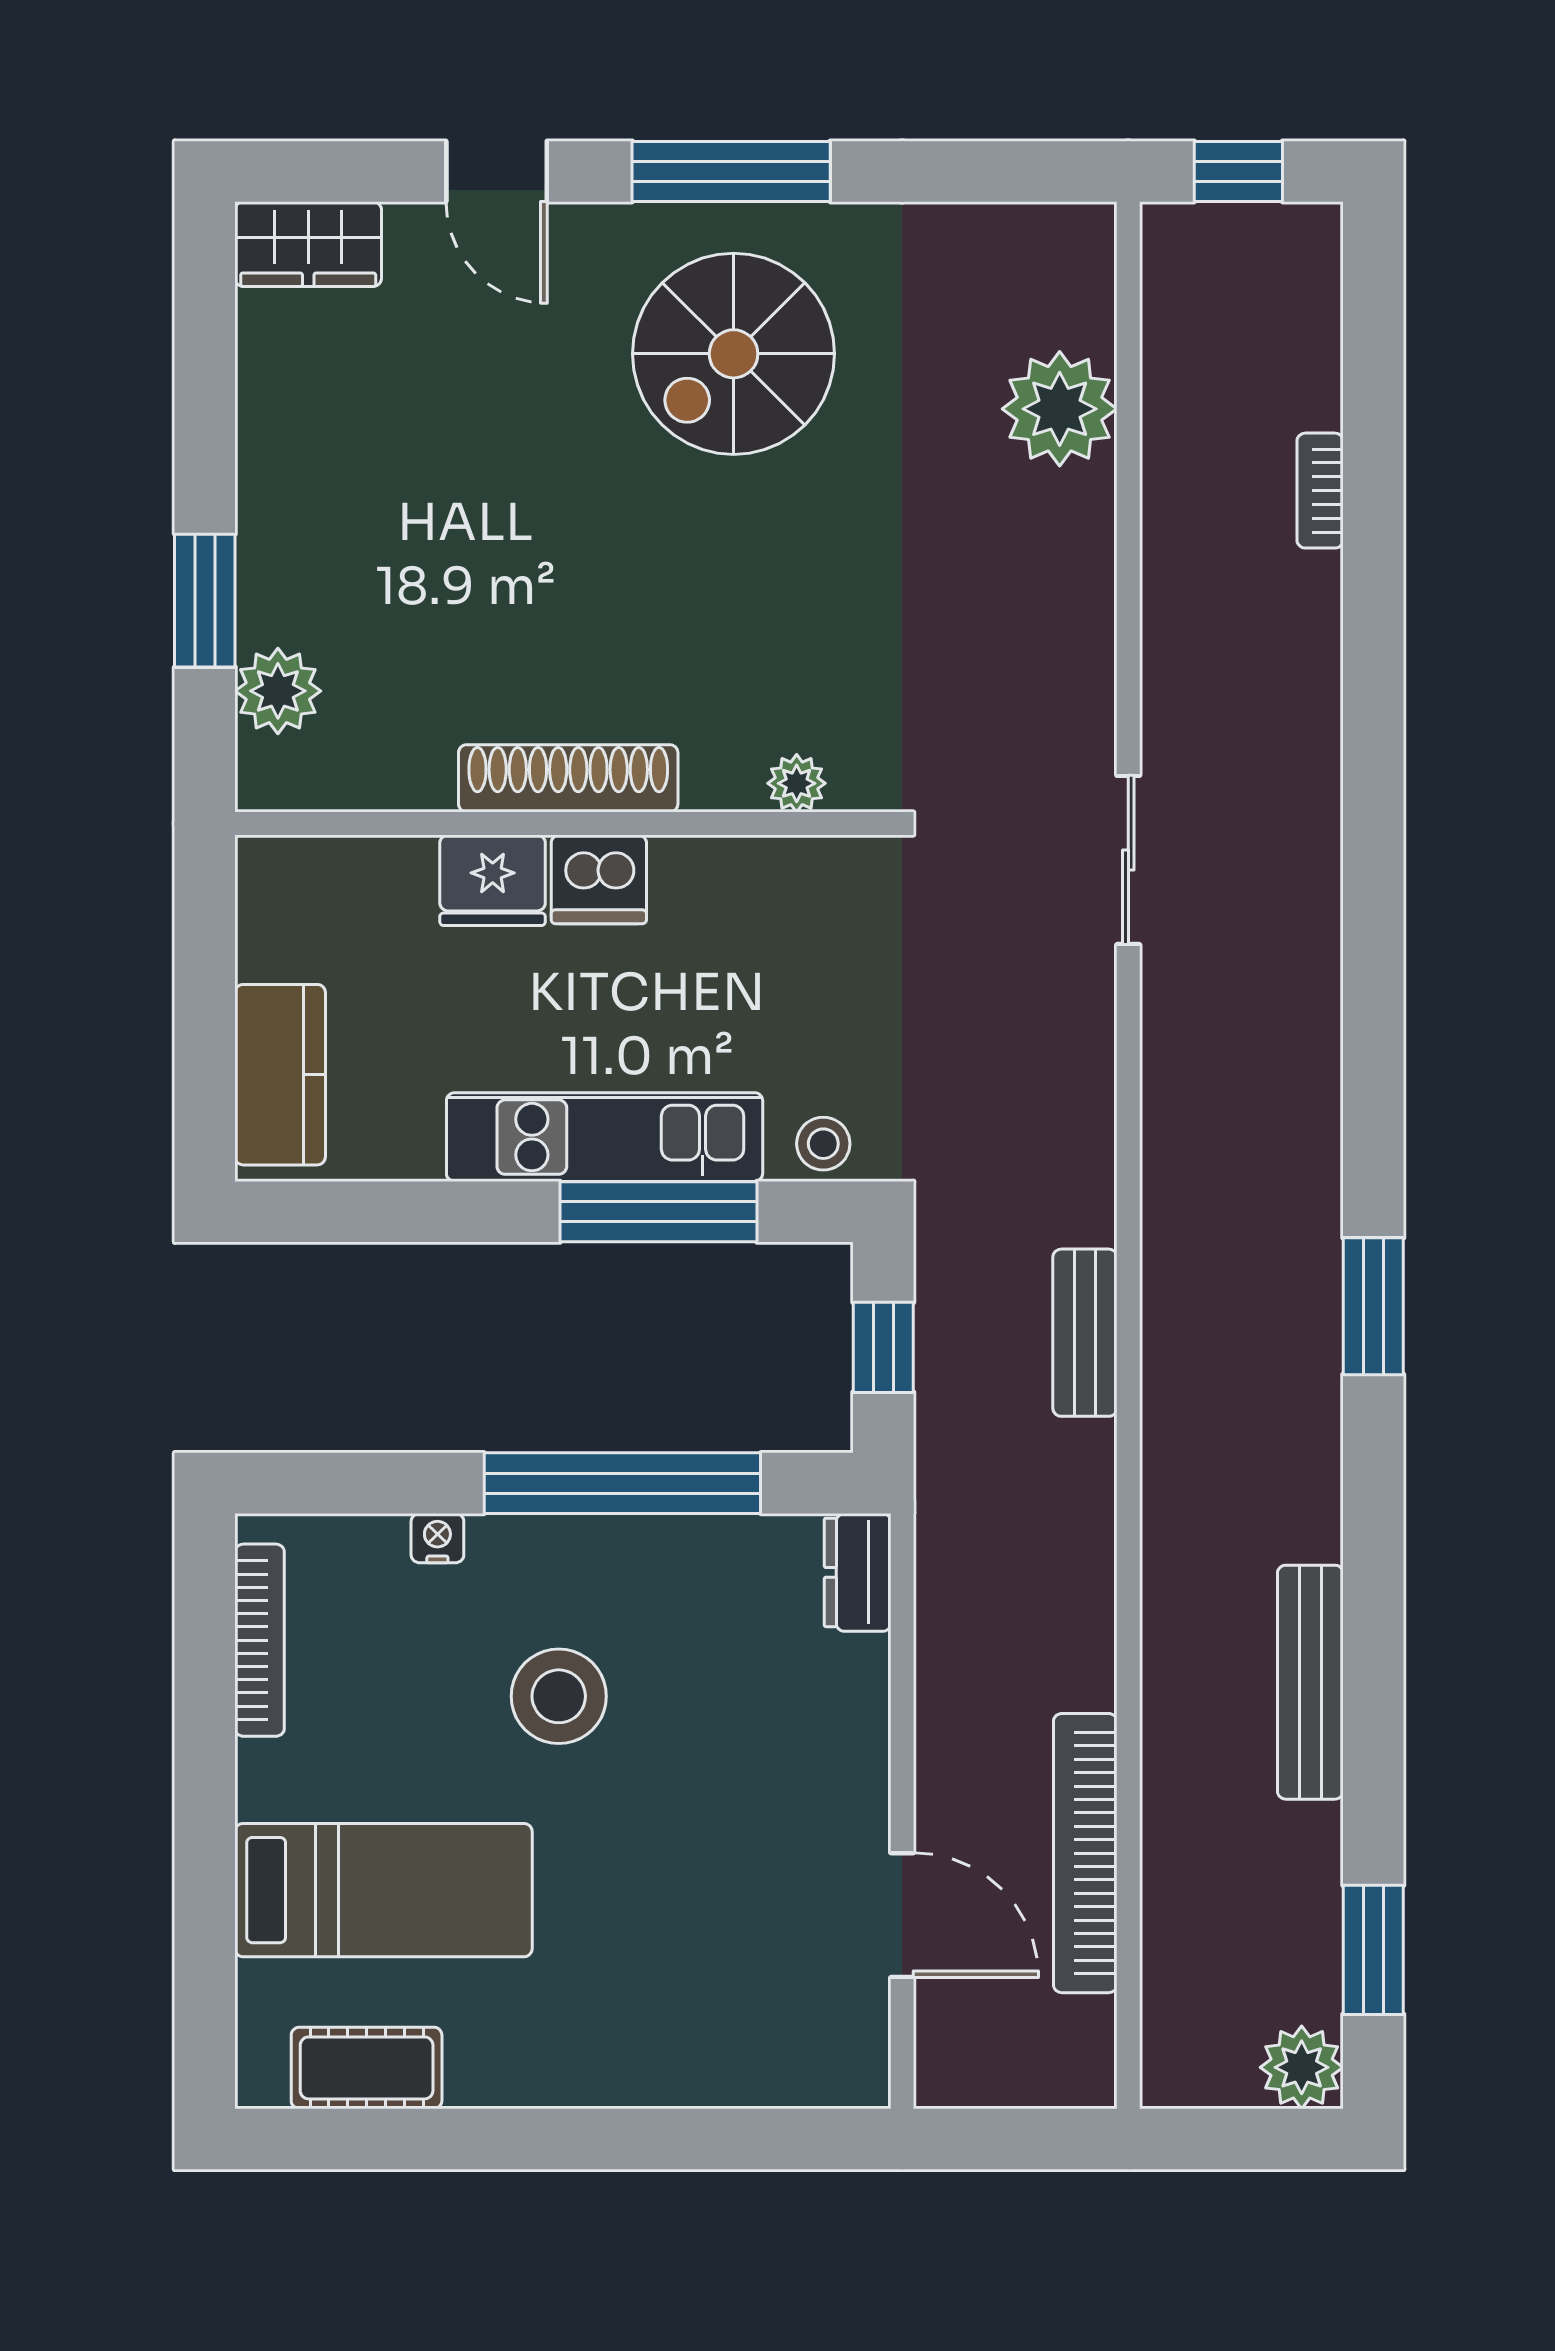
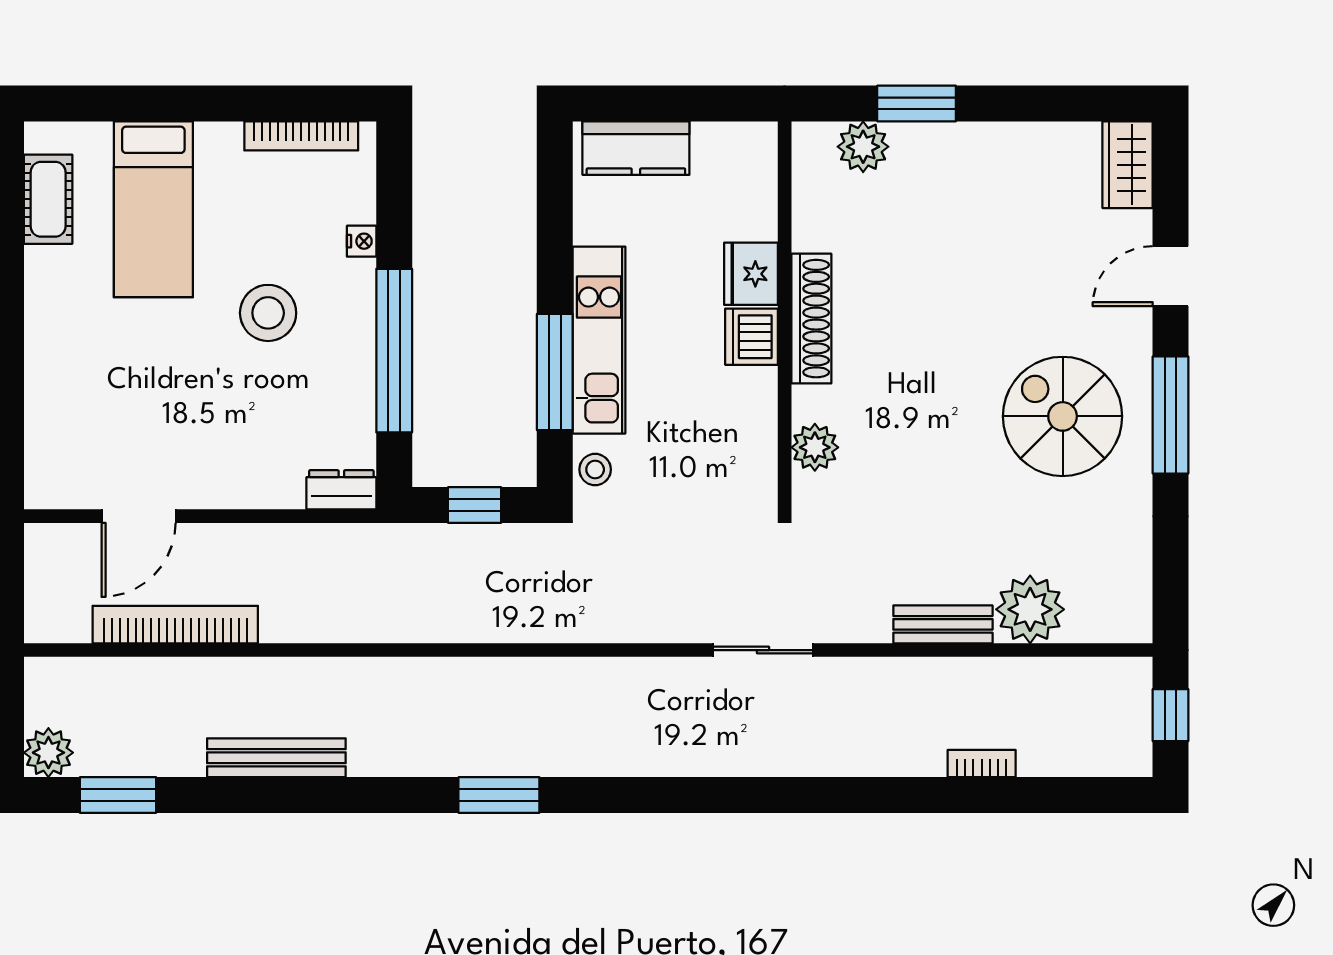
plant: (797, 783) -> (815, 447), width x1.38, depth x1.38
bench: (1085, 1333) -> (943, 624), moved

